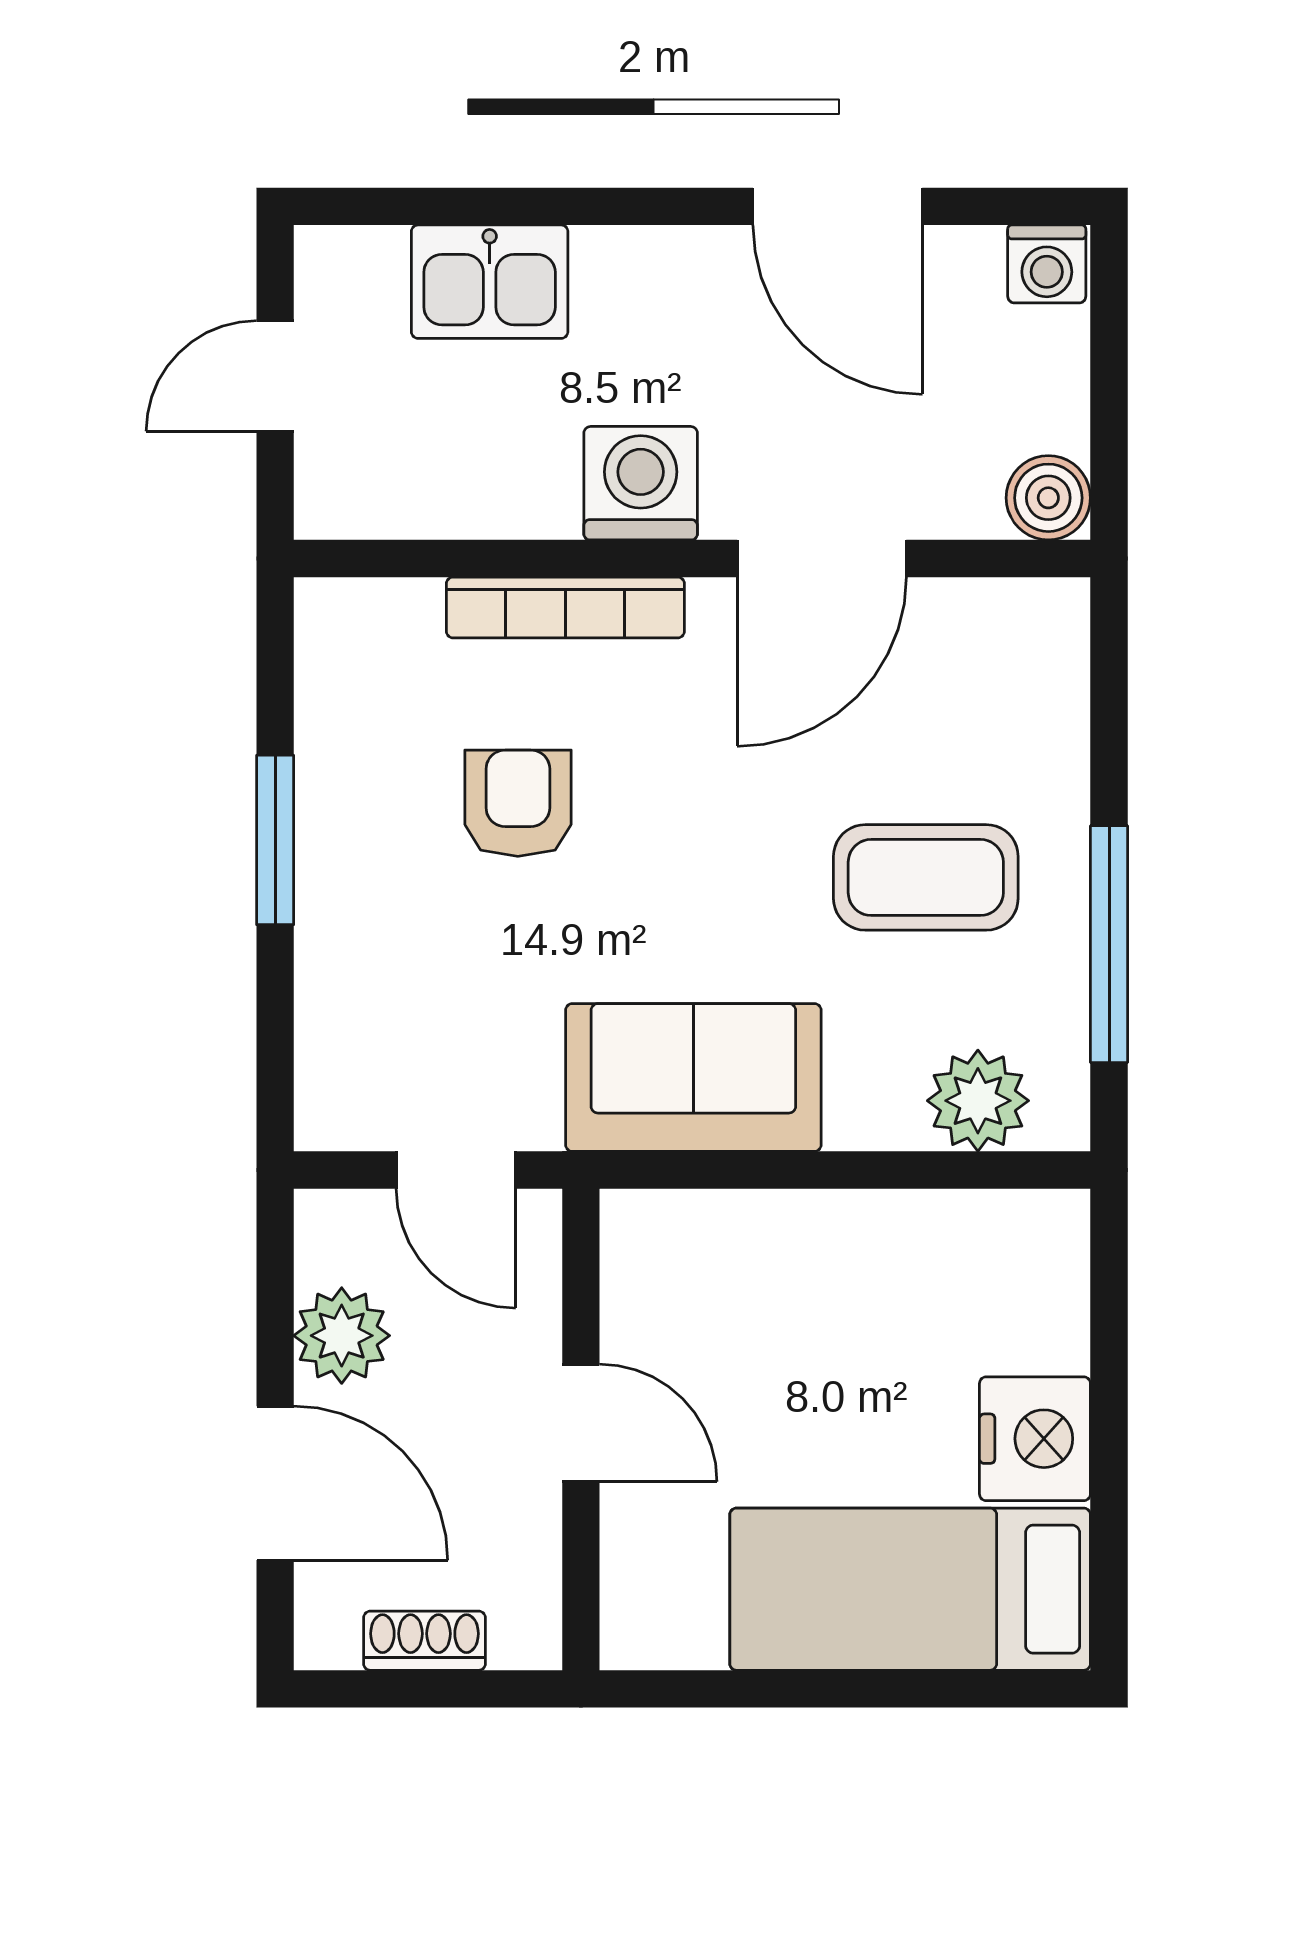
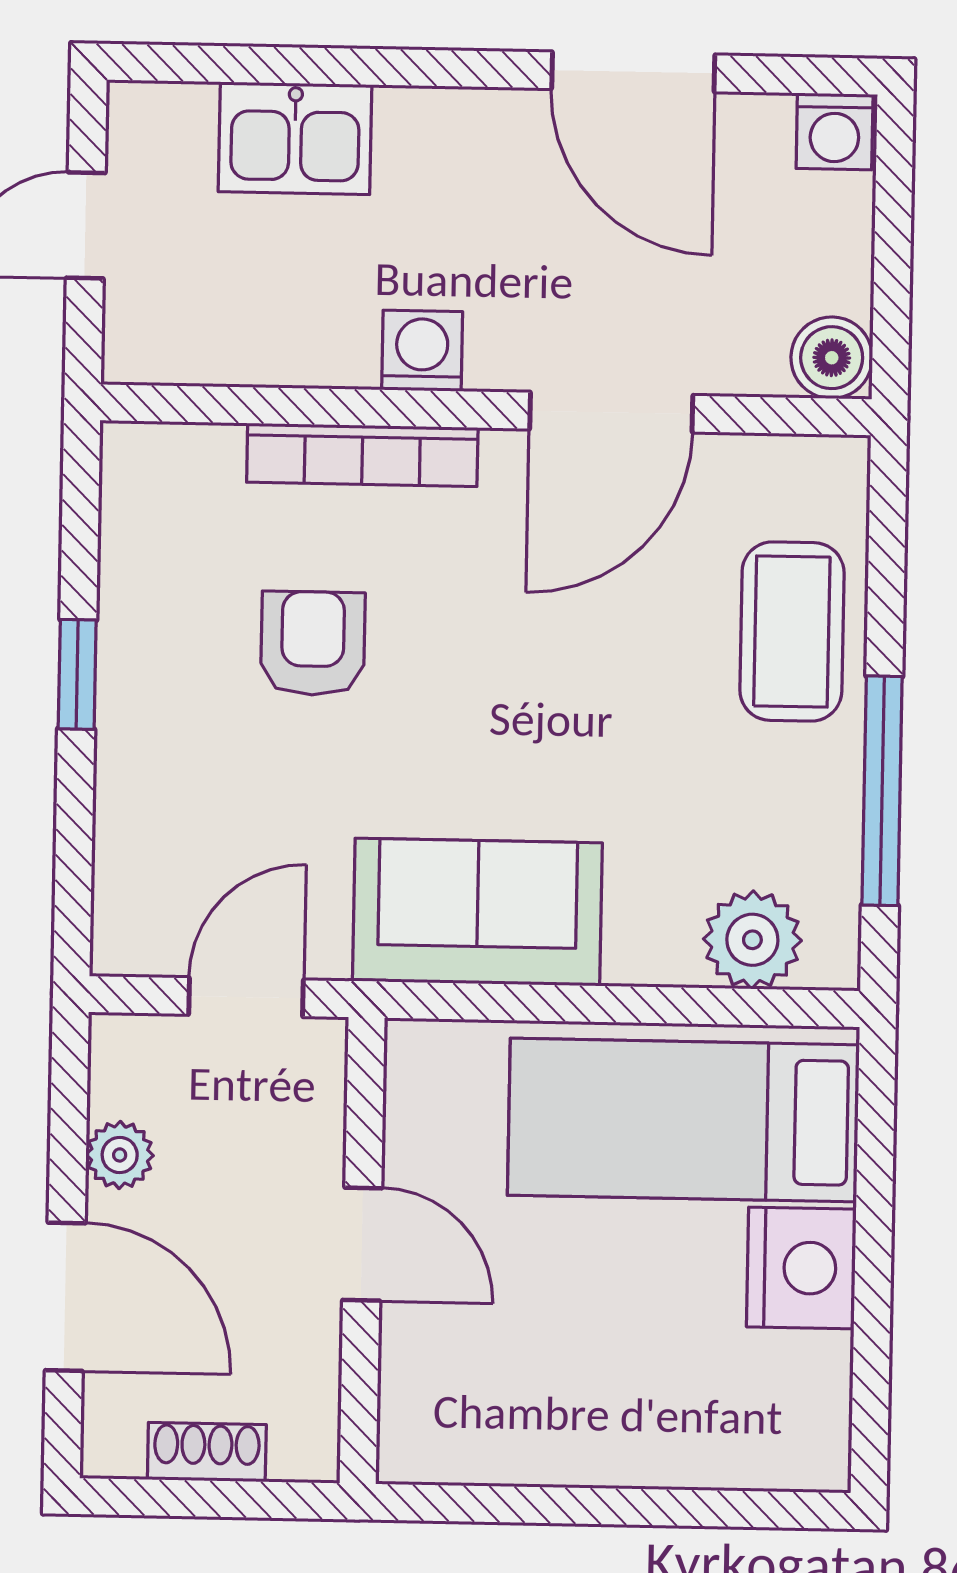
washing machine: (641, 483) -> (422, 351), width x0.73, depth x0.73
window: (275, 840) -> (77, 674), width x0.67
coffee table: (926, 877) -> (792, 632), moved, turned 90
door: (456, 1170) -> (246, 997), swing flipped
plant: (342, 1336) -> (120, 1155), width x0.73, depth x0.73
bed: (910, 1589) -> (683, 1120), moved

